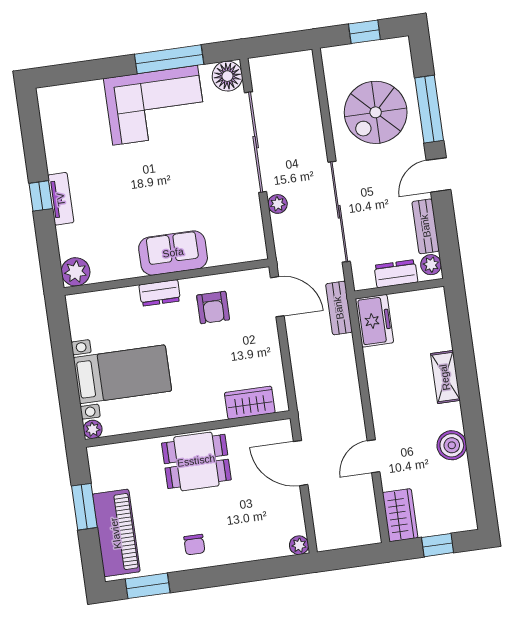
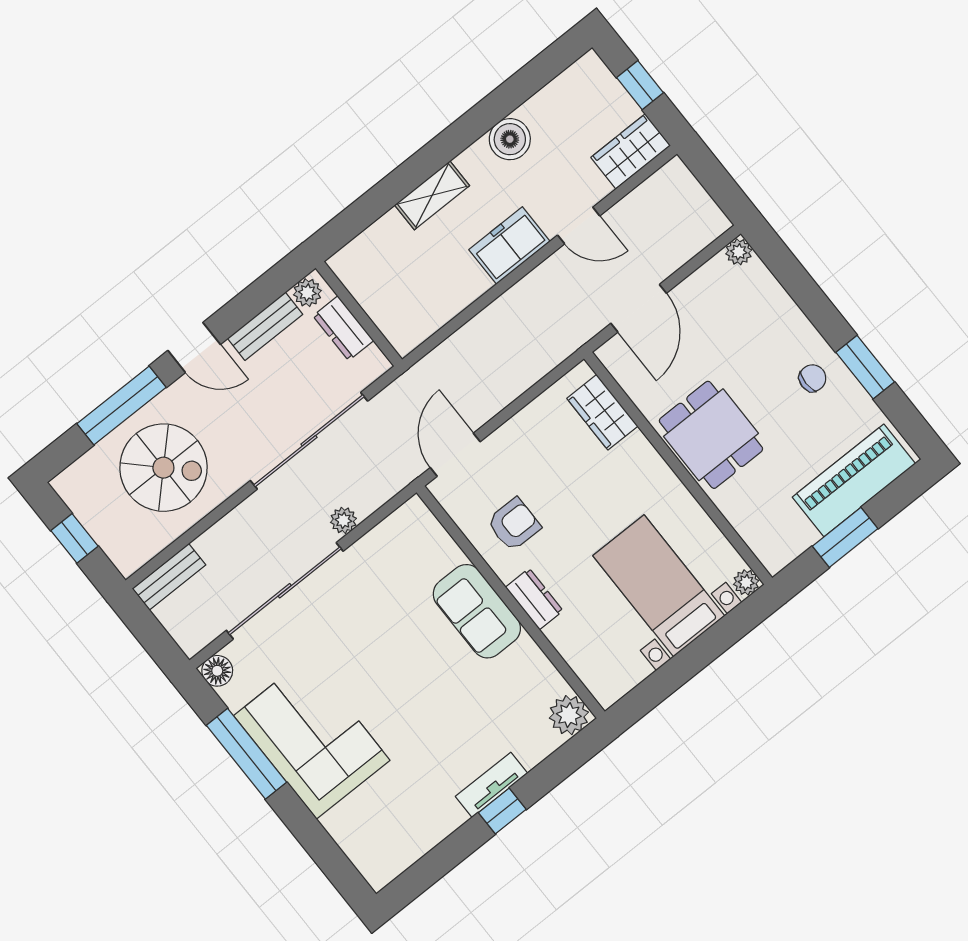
floor lamp: (227, 76) -> (217, 671), width x0.73, depth x0.73
bench: (339, 308) -> (169, 577), moved
freezer: (374, 321) -> (510, 246), moved
window: (148, 586) -> (865, 367), moved

